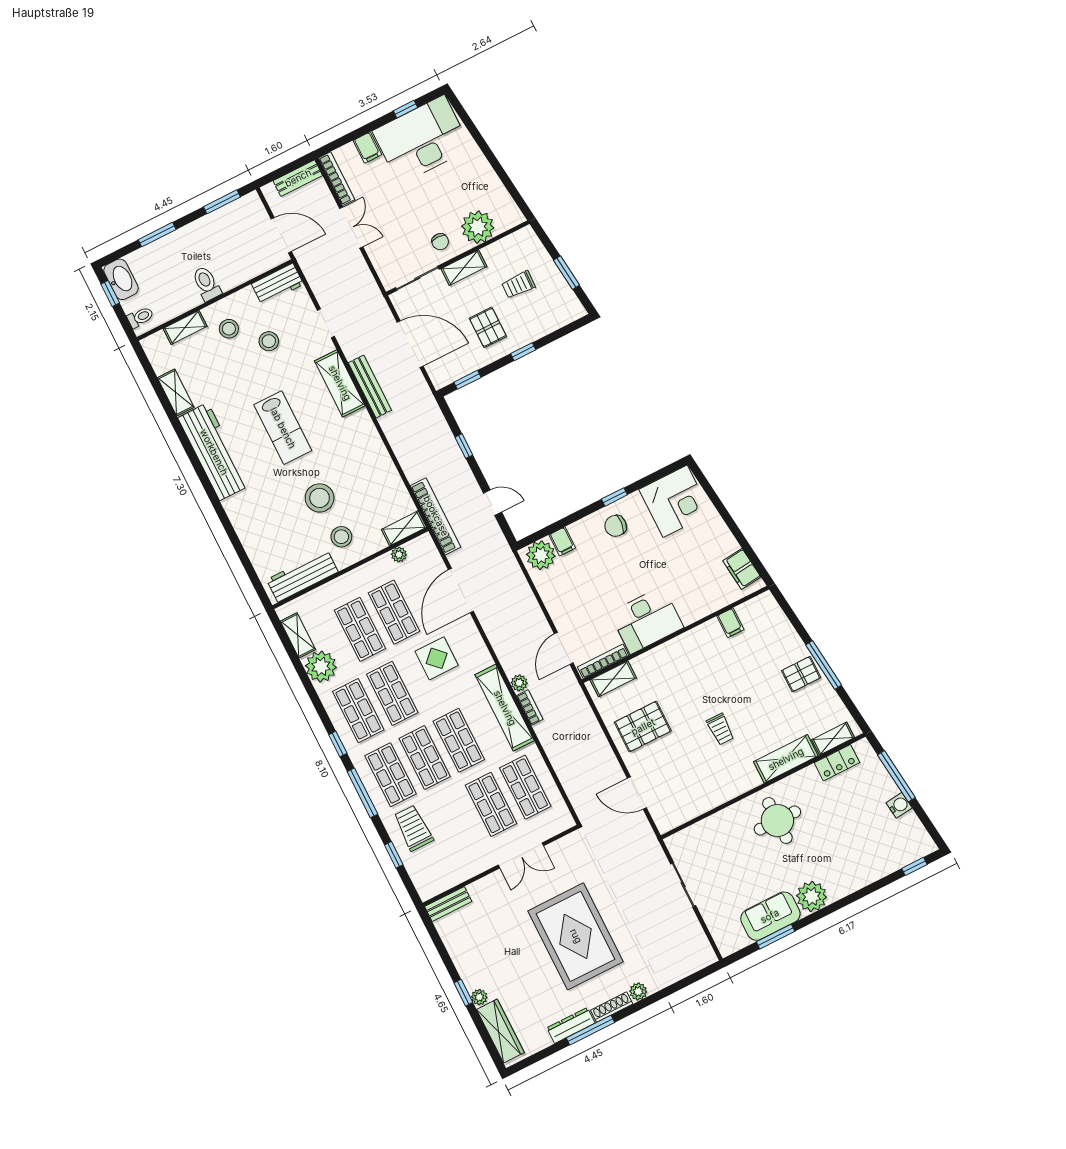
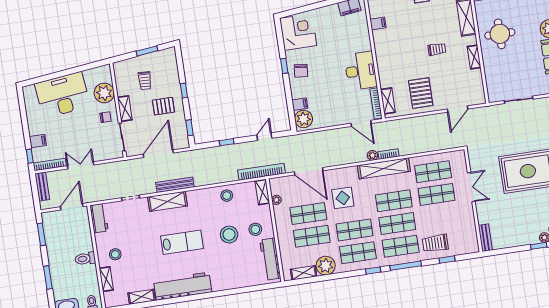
window: (405, 109) -> (30, 156), moved
desk: (422, 140) -> (62, 95), moved, turned 84
stool: (269, 341) -> (227, 196), moved
shelving: (727, 792) -> (474, 57), added

